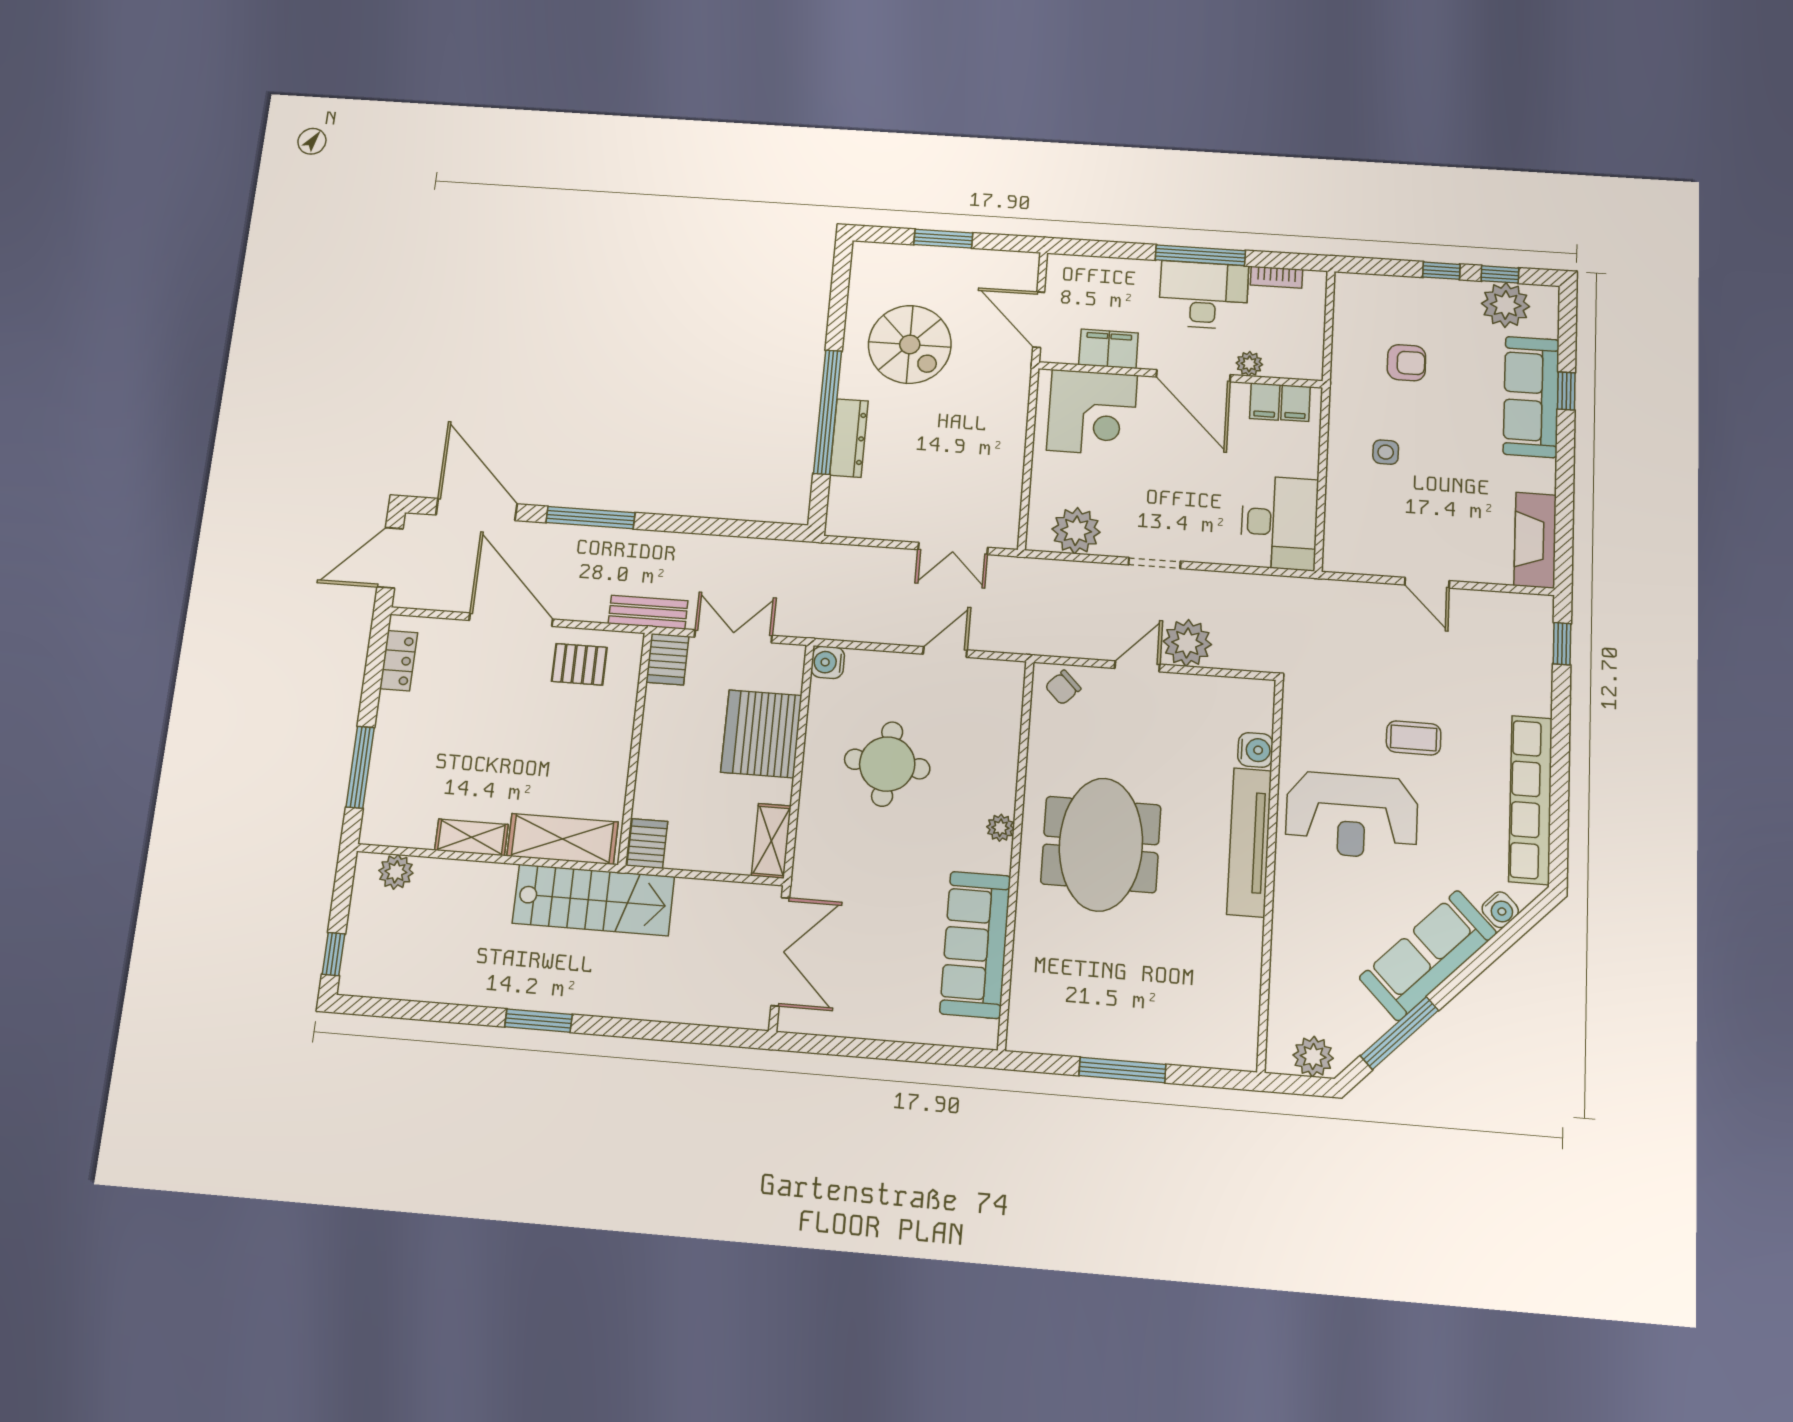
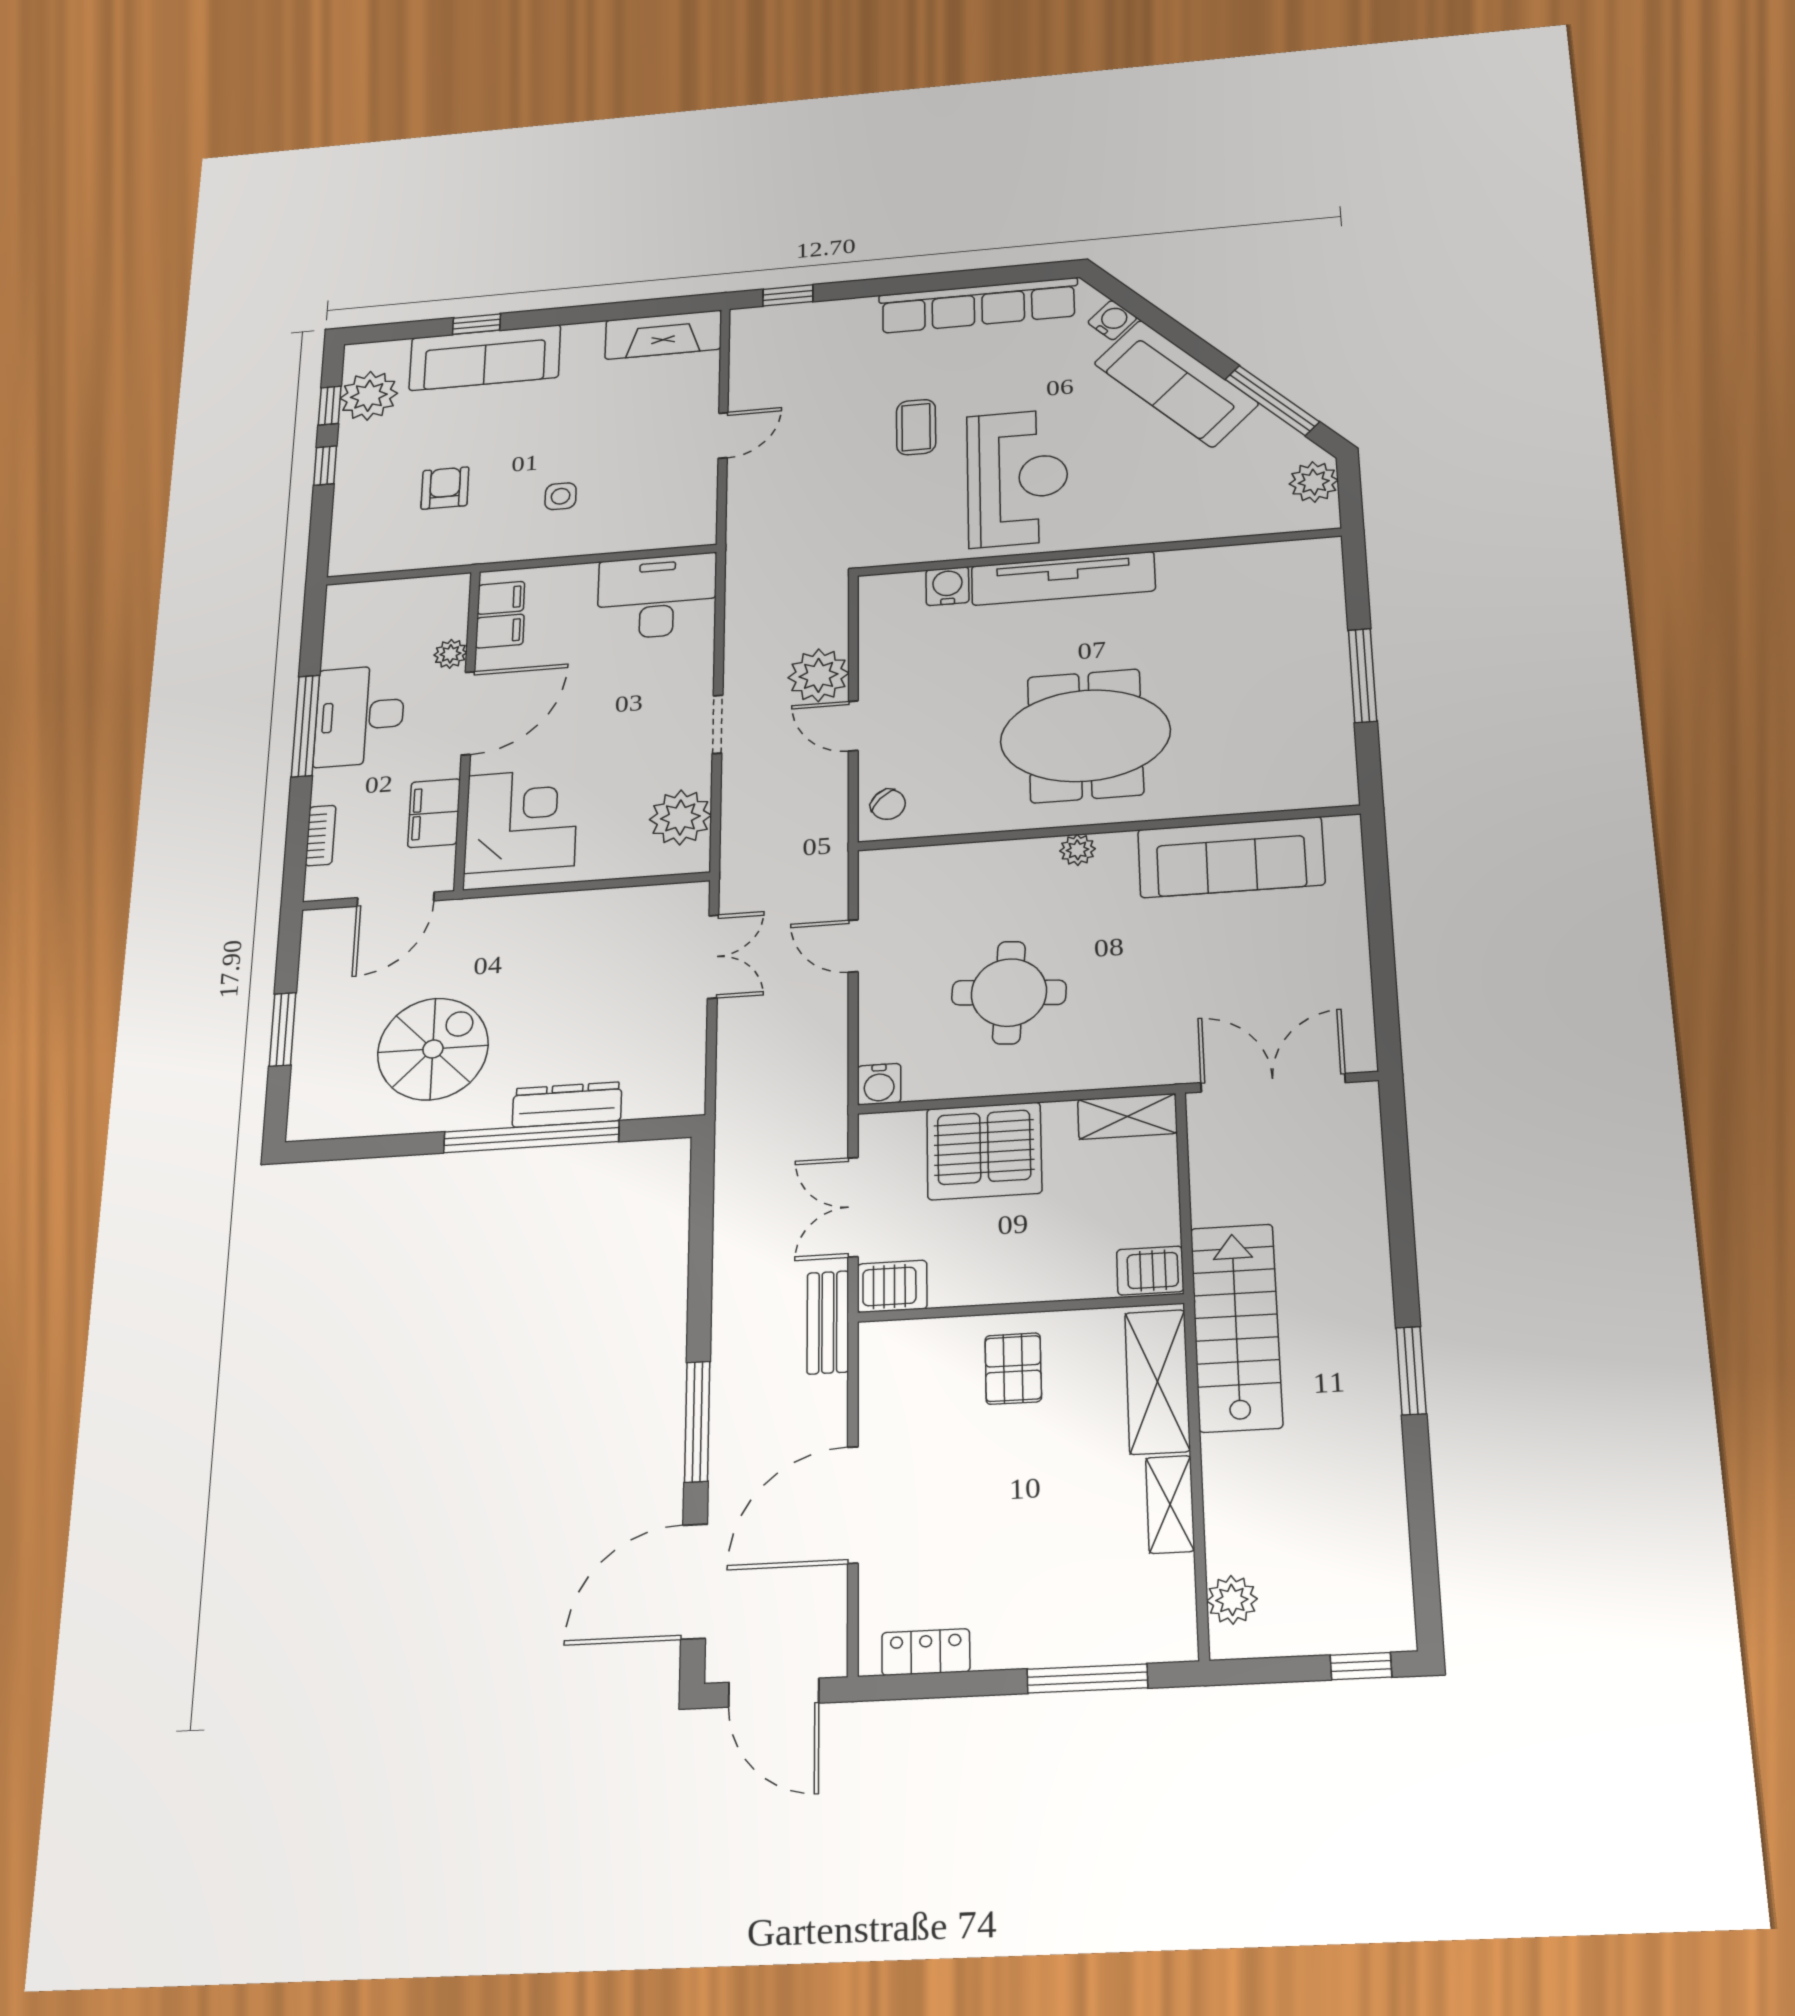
bookcase: (1276, 277) -> (321, 836), moved
pallet: (579, 664) -> (1013, 1369), moved

